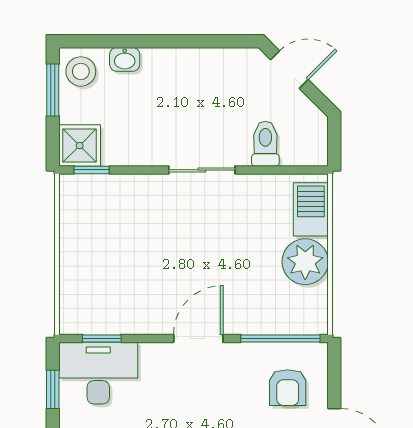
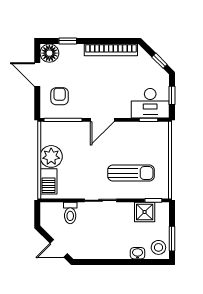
shower: (80, 146) -> (145, 212), moved
sun lounger: (138, 227) -> (131, 173), added

